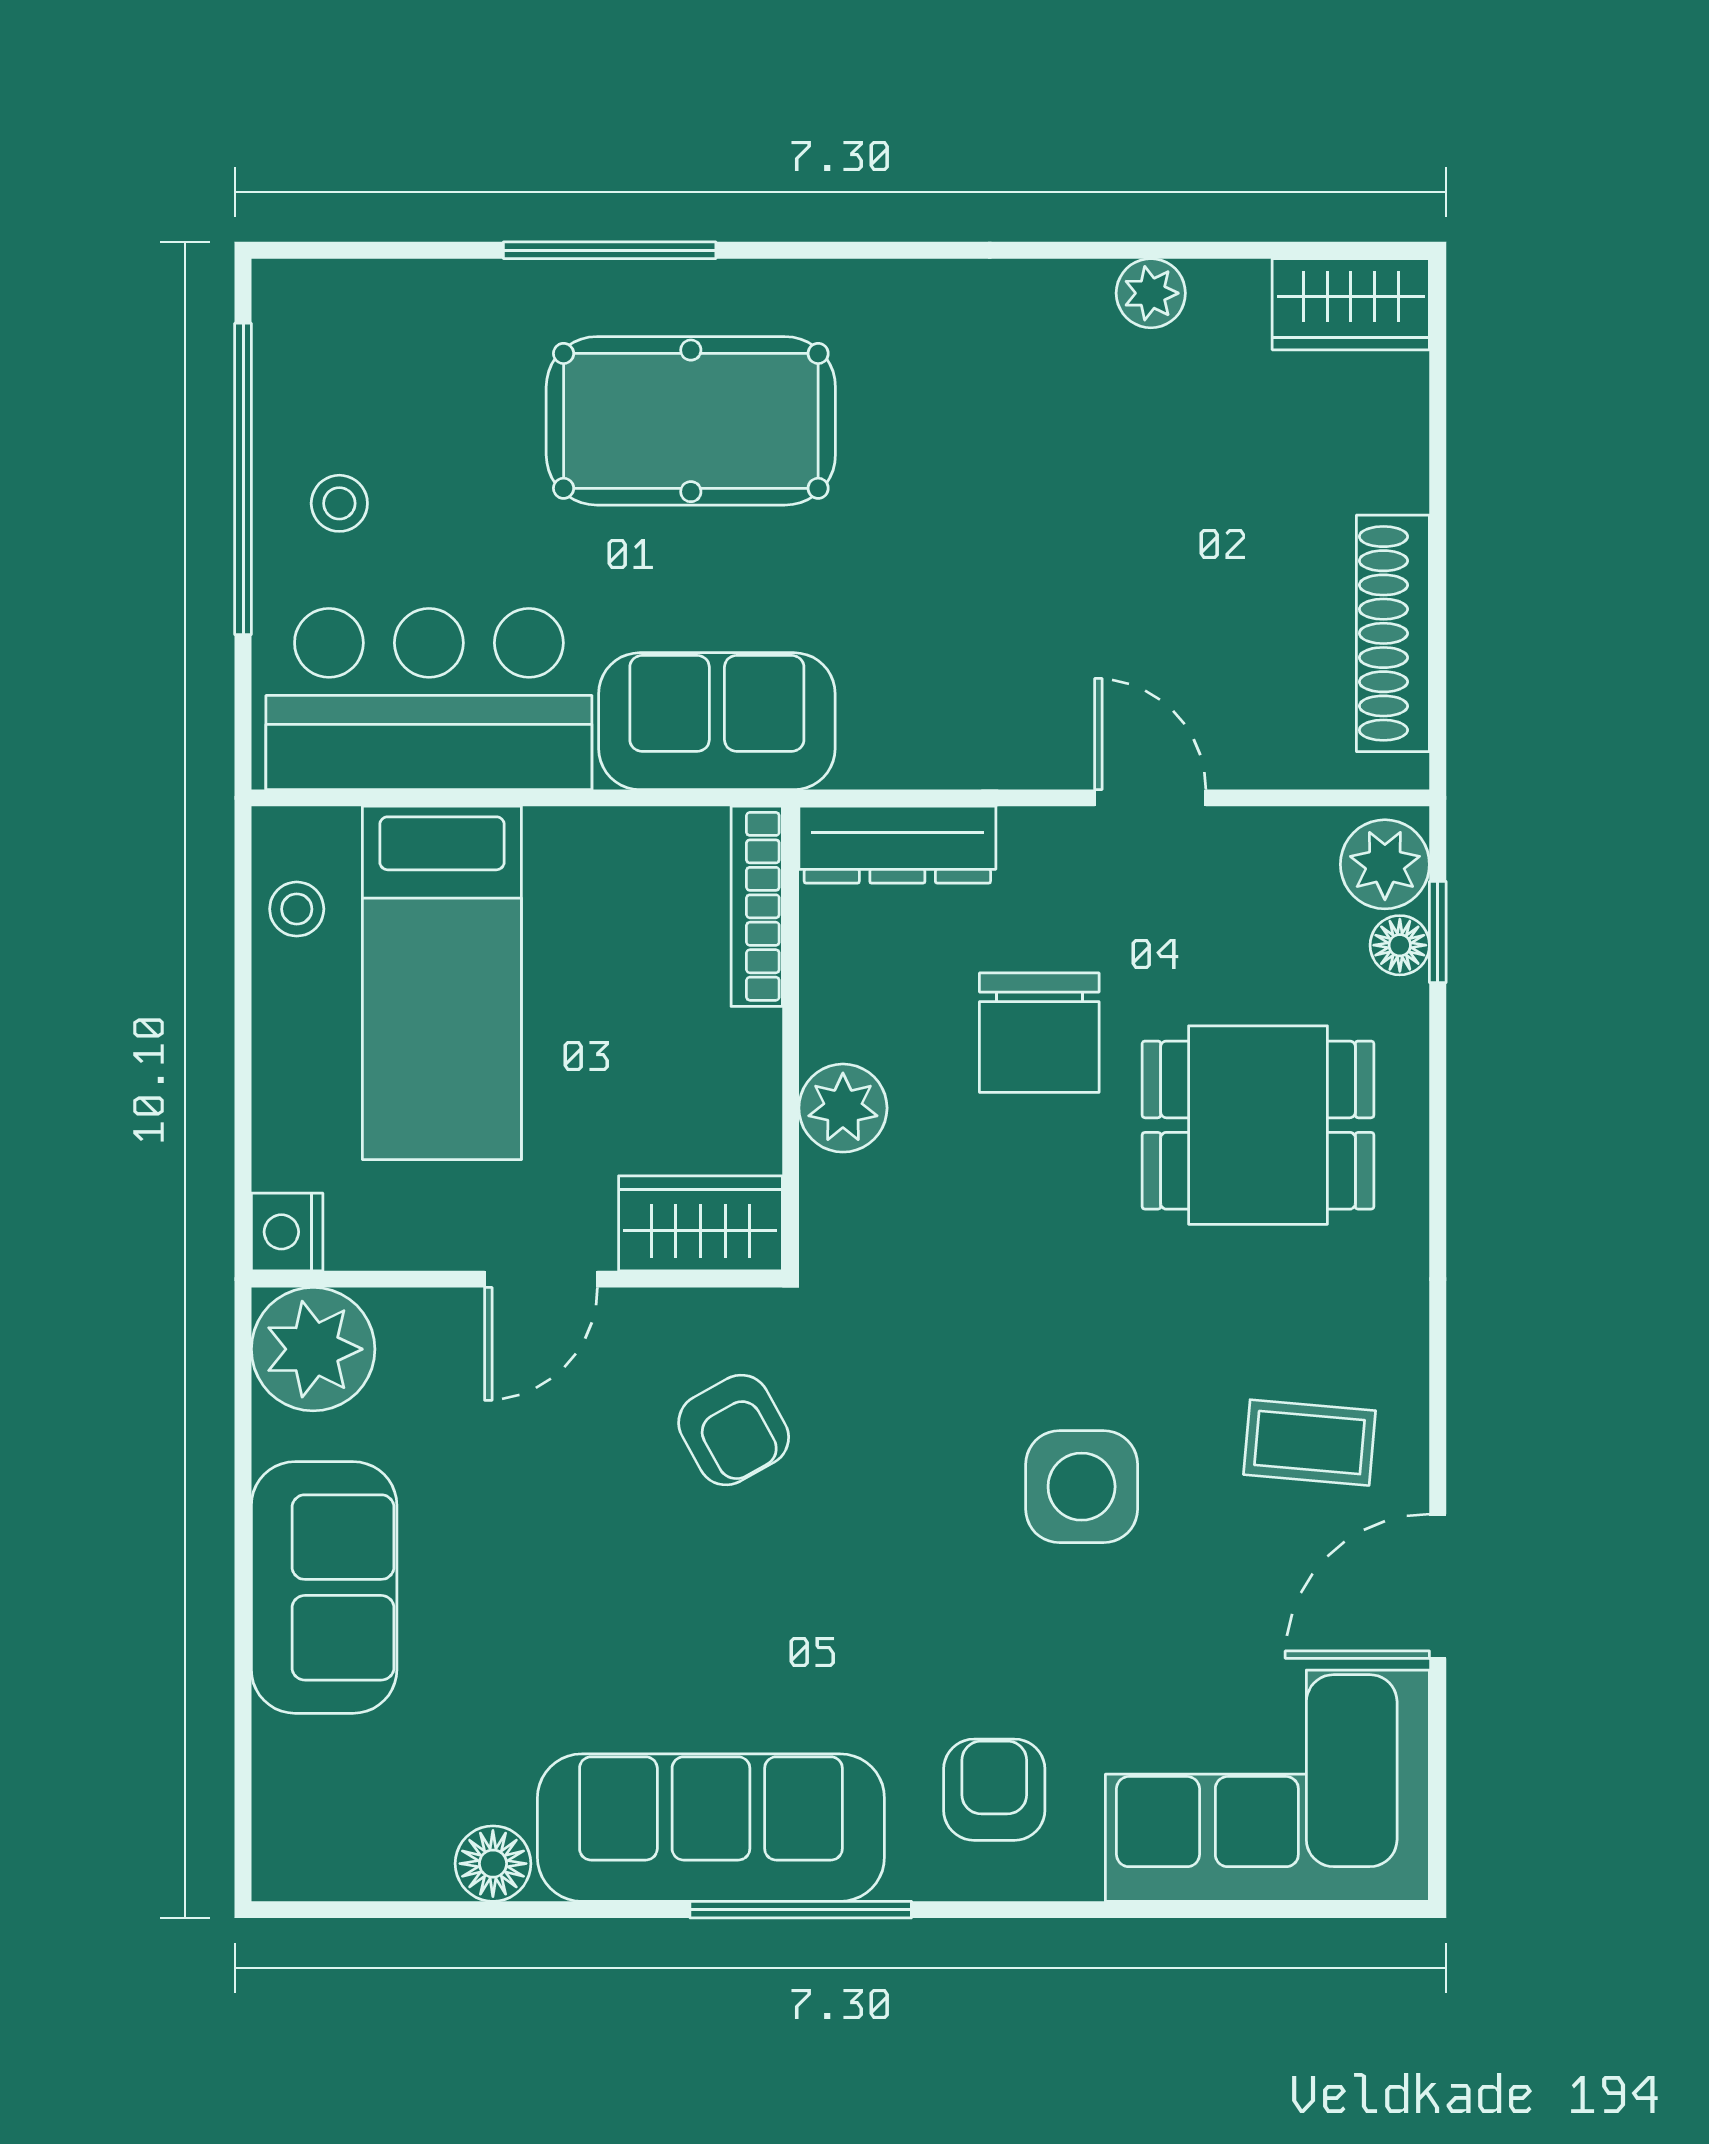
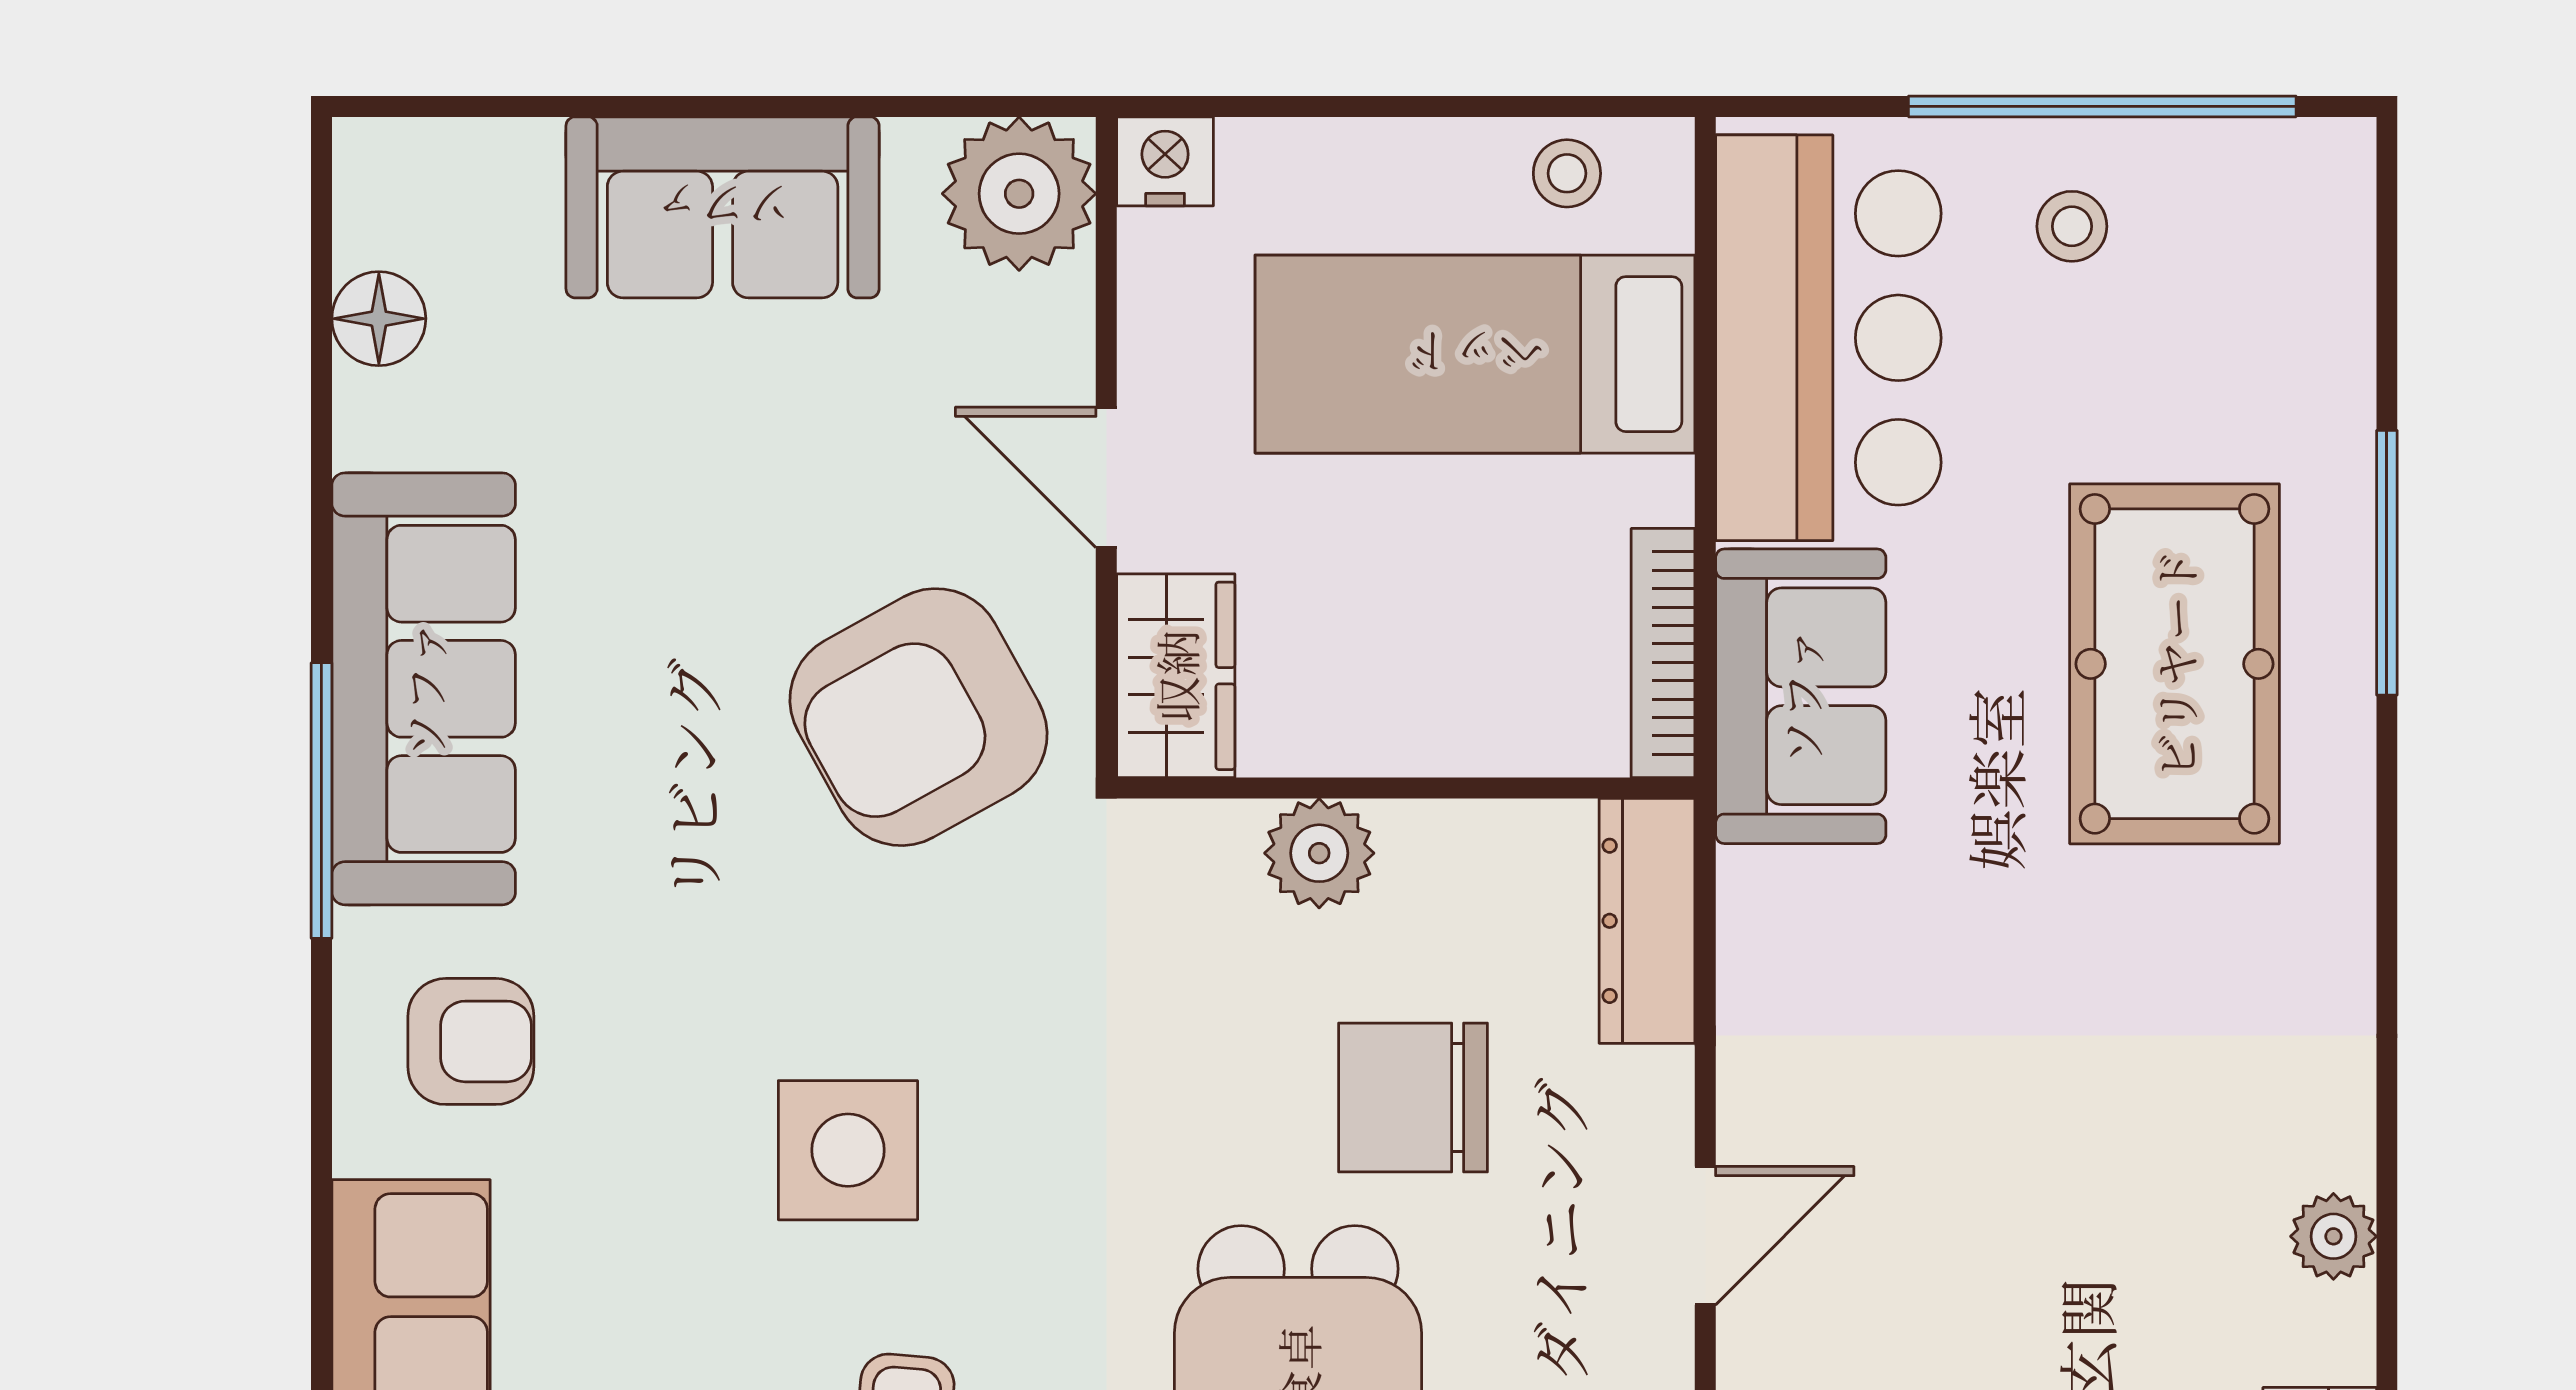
bookcase: (757, 906) -> (1663, 653), moved, turned -90
armchair: (734, 1430) -> (918, 717), width x1.88, depth x1.88
floor lamp: (493, 1864) -> (379, 319), moved

